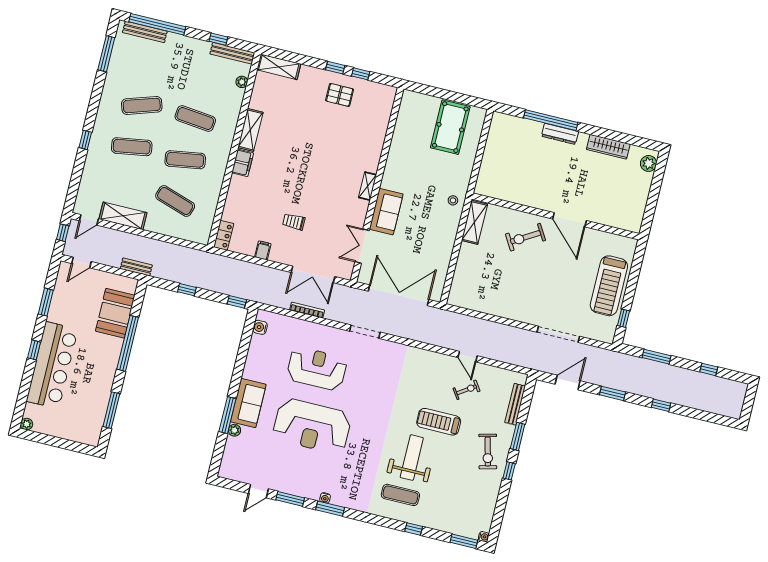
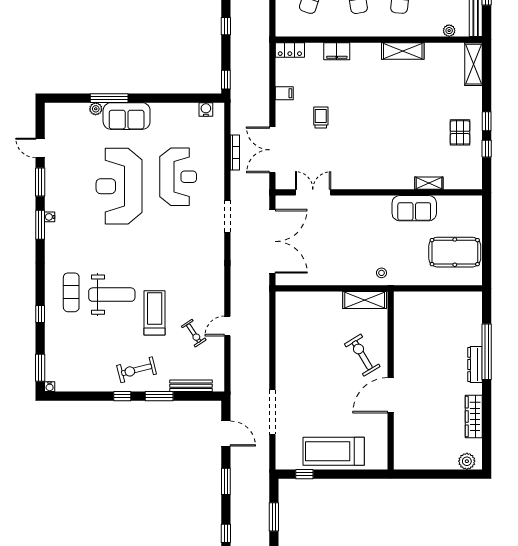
filing cabinet: (243, 163) -> (337, 51), moved
shelving: (368, 186) -> (429, 183), moved
sofa: (386, 212) -> (414, 208), moved

